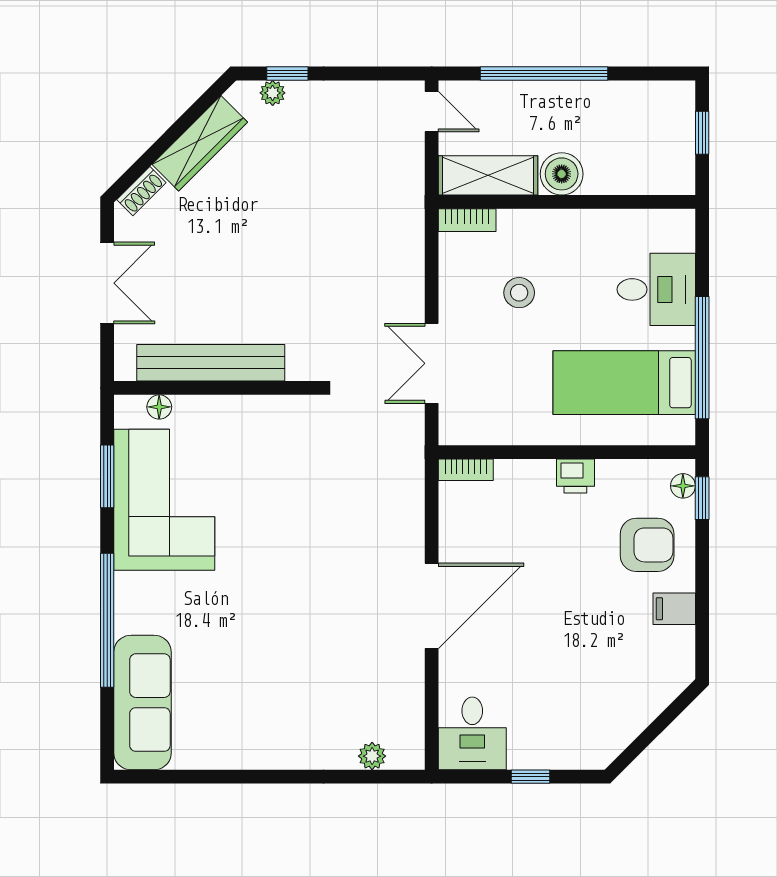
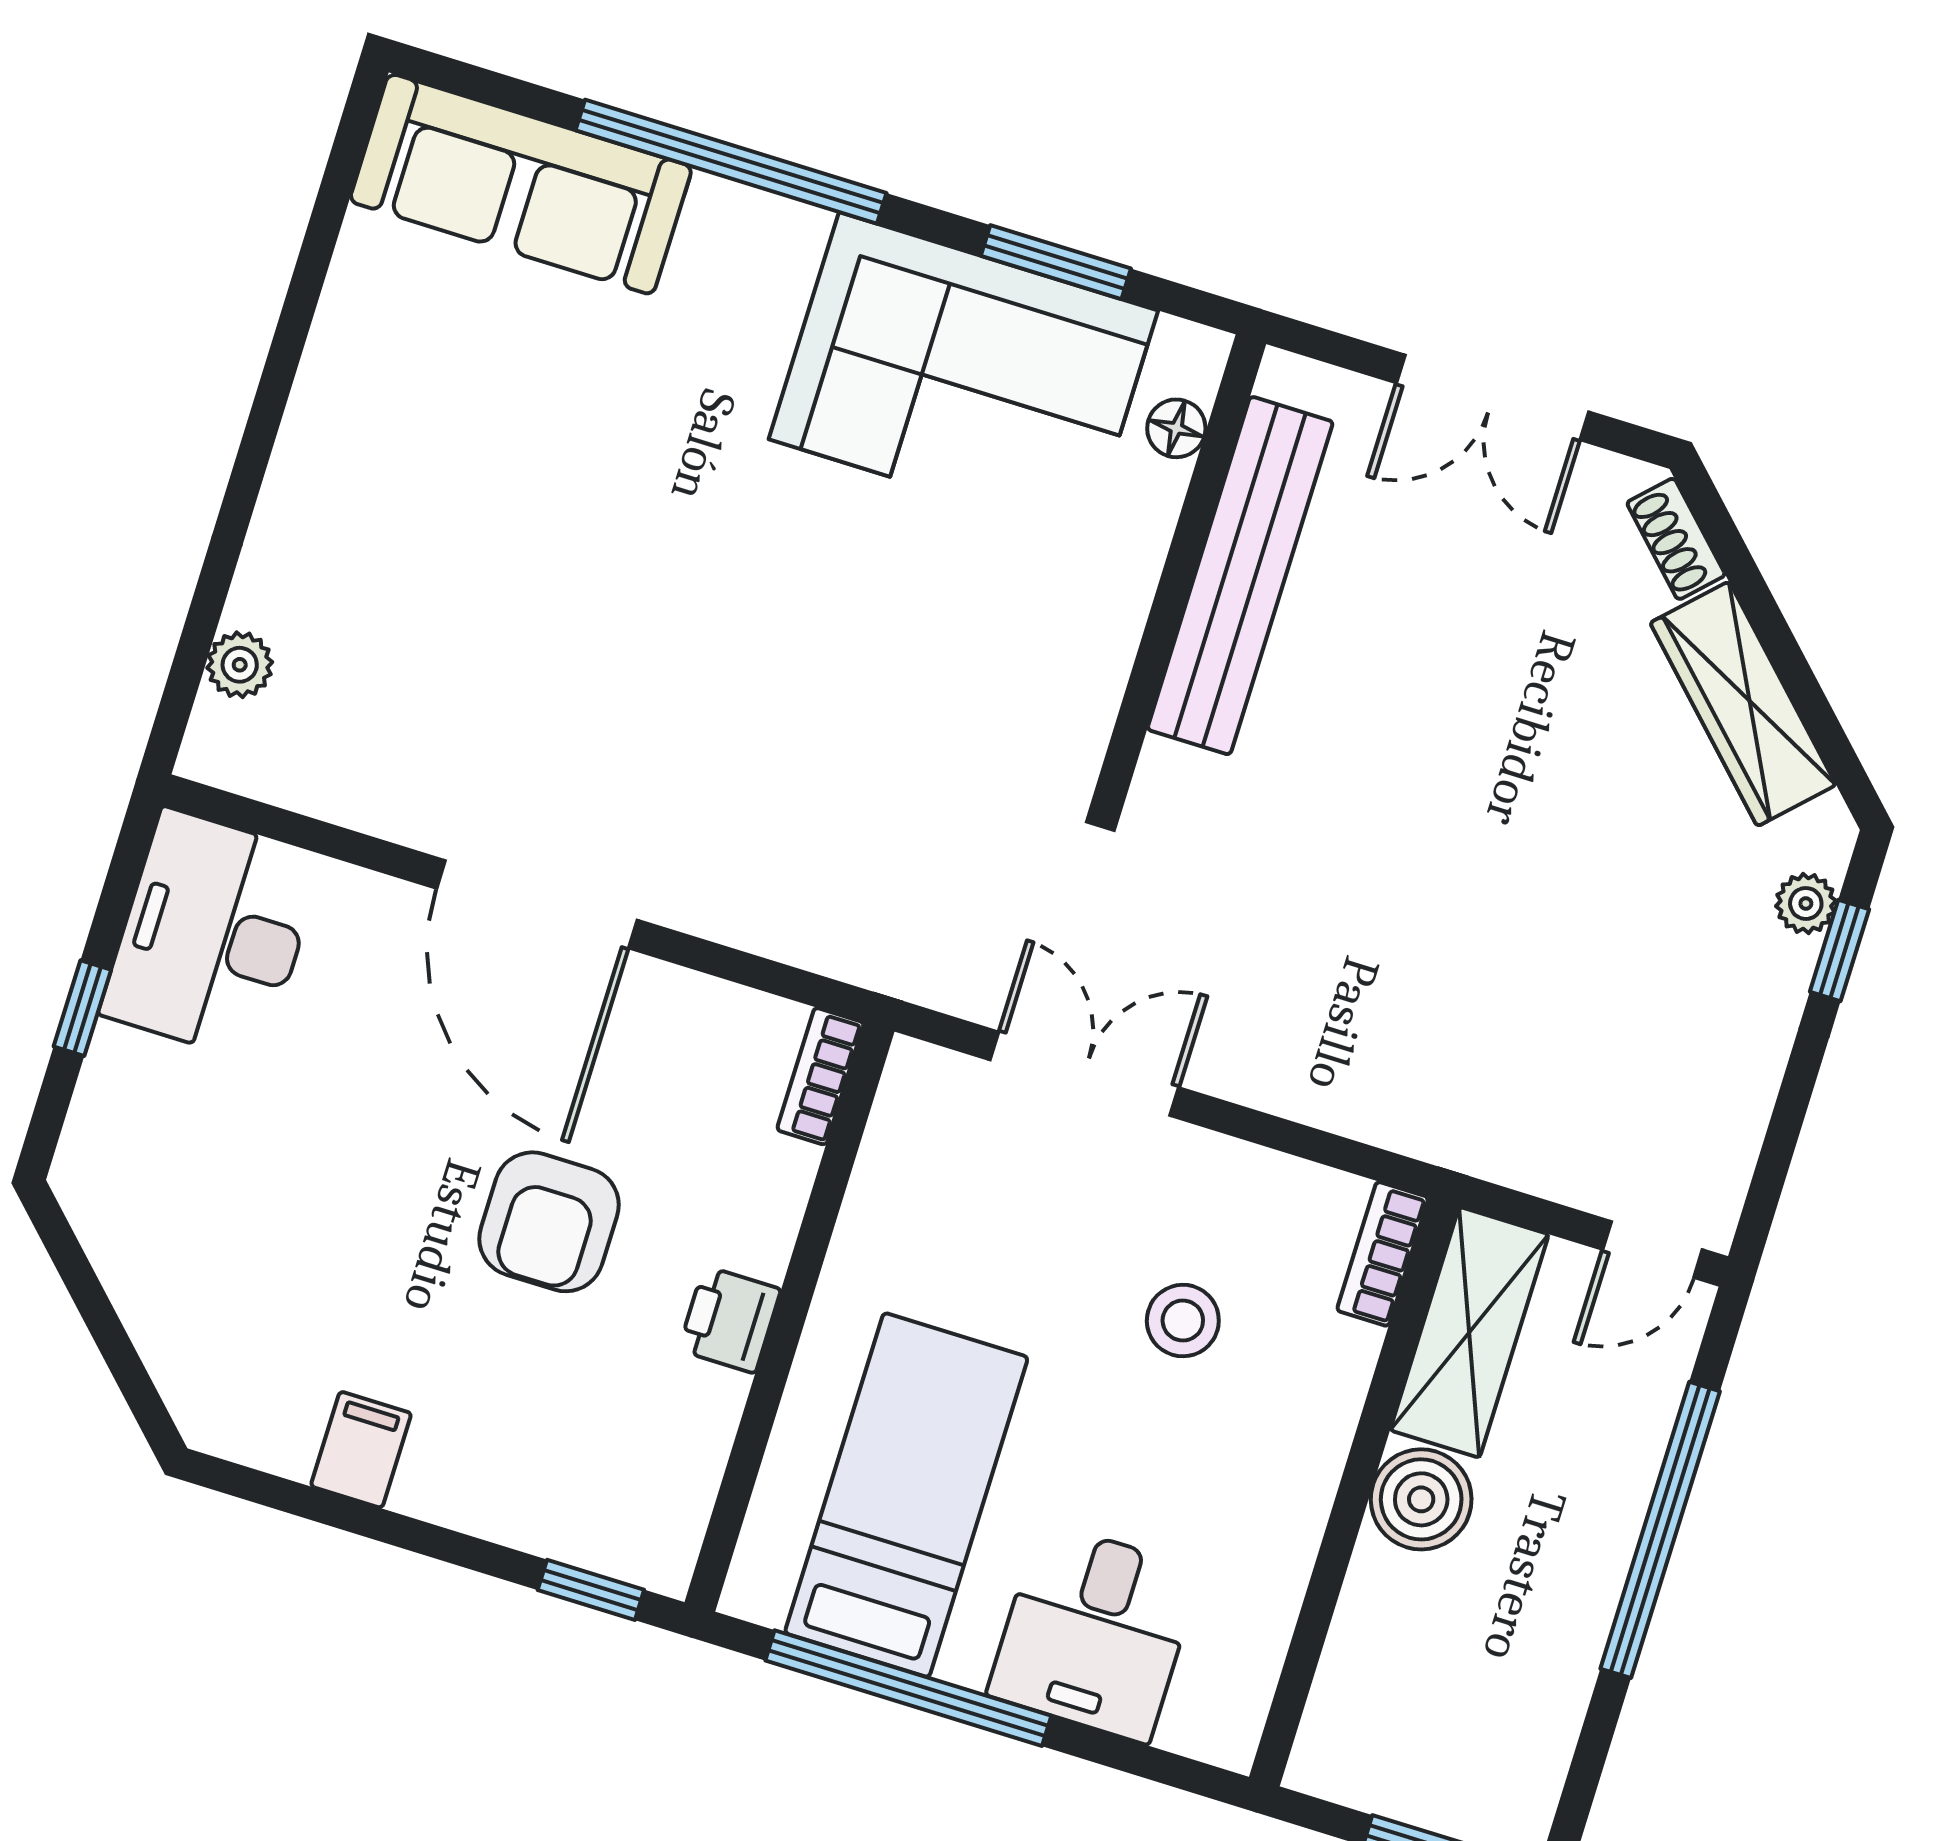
floor lamp: (683, 486) -> (632, 1555), removed
armchair: (647, 545) -> (549, 1222), moved
desk: (472, 733) -> (212, 935), width x1.37

